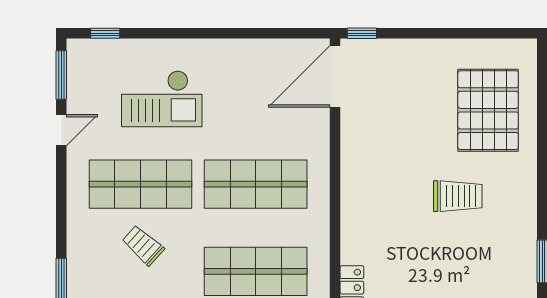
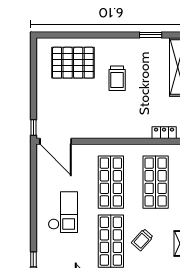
checkout: (162, 99) -> (63, 212), moved
trolley: (458, 196) -> (117, 78), turned 180

